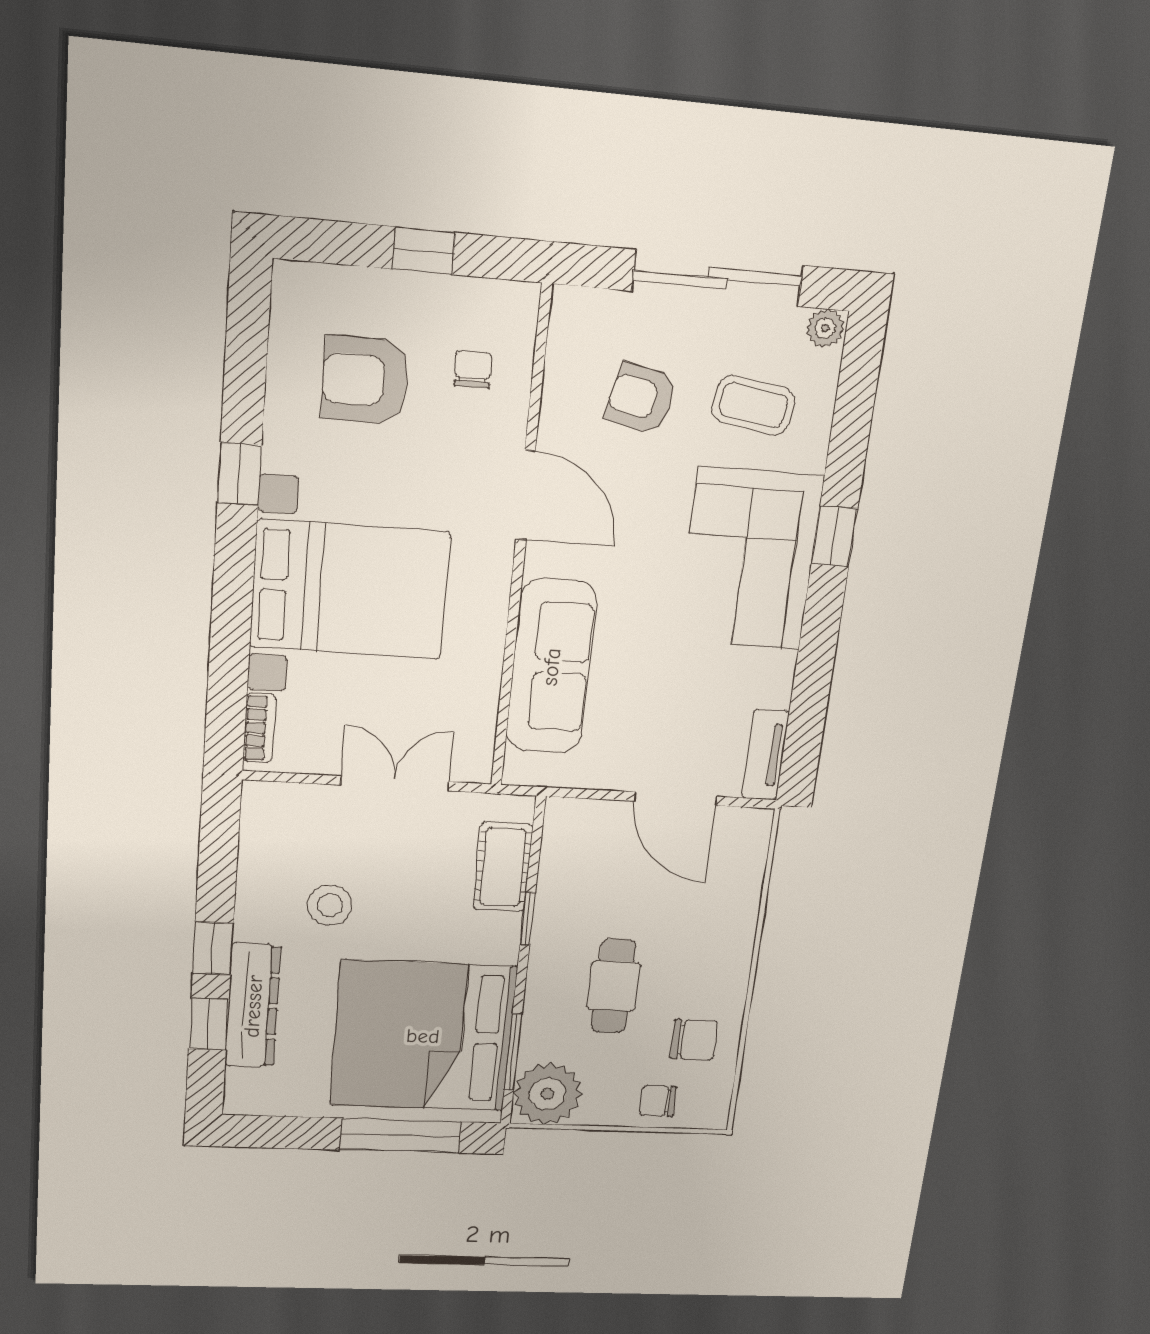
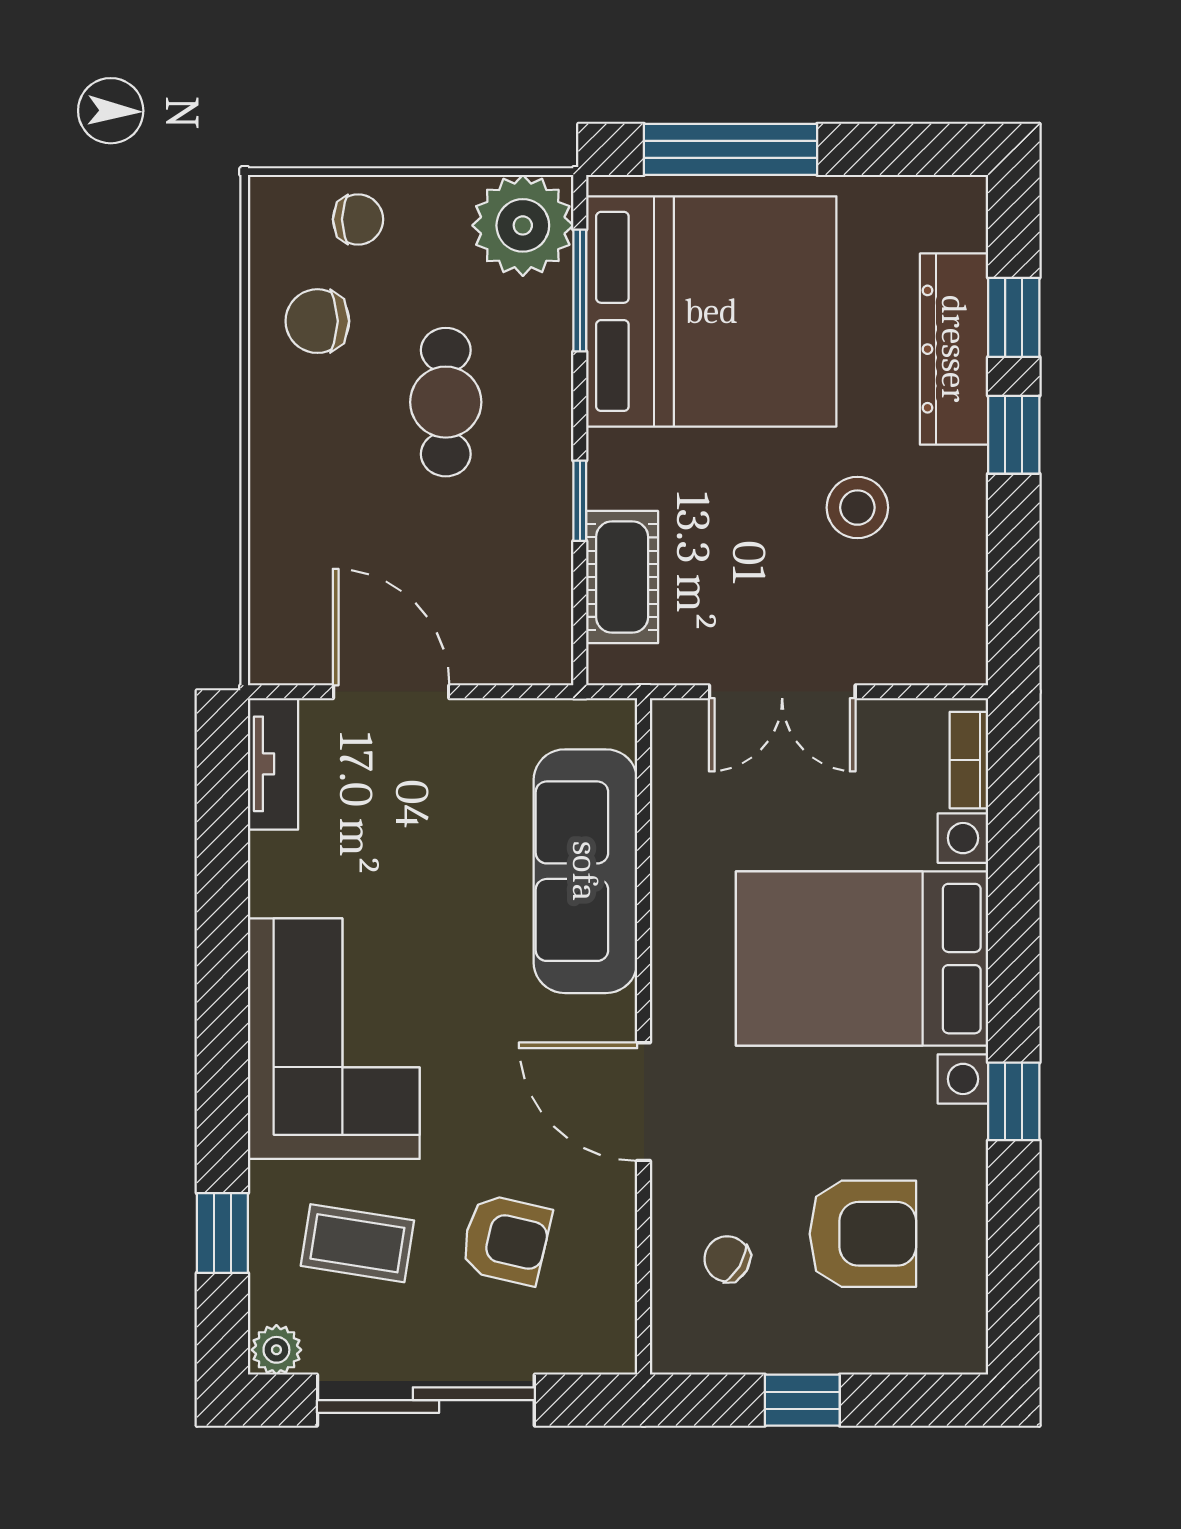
chair: (473, 369) -> (727, 1259), turned 121
window: (834, 536) -> (222, 1233), moved

